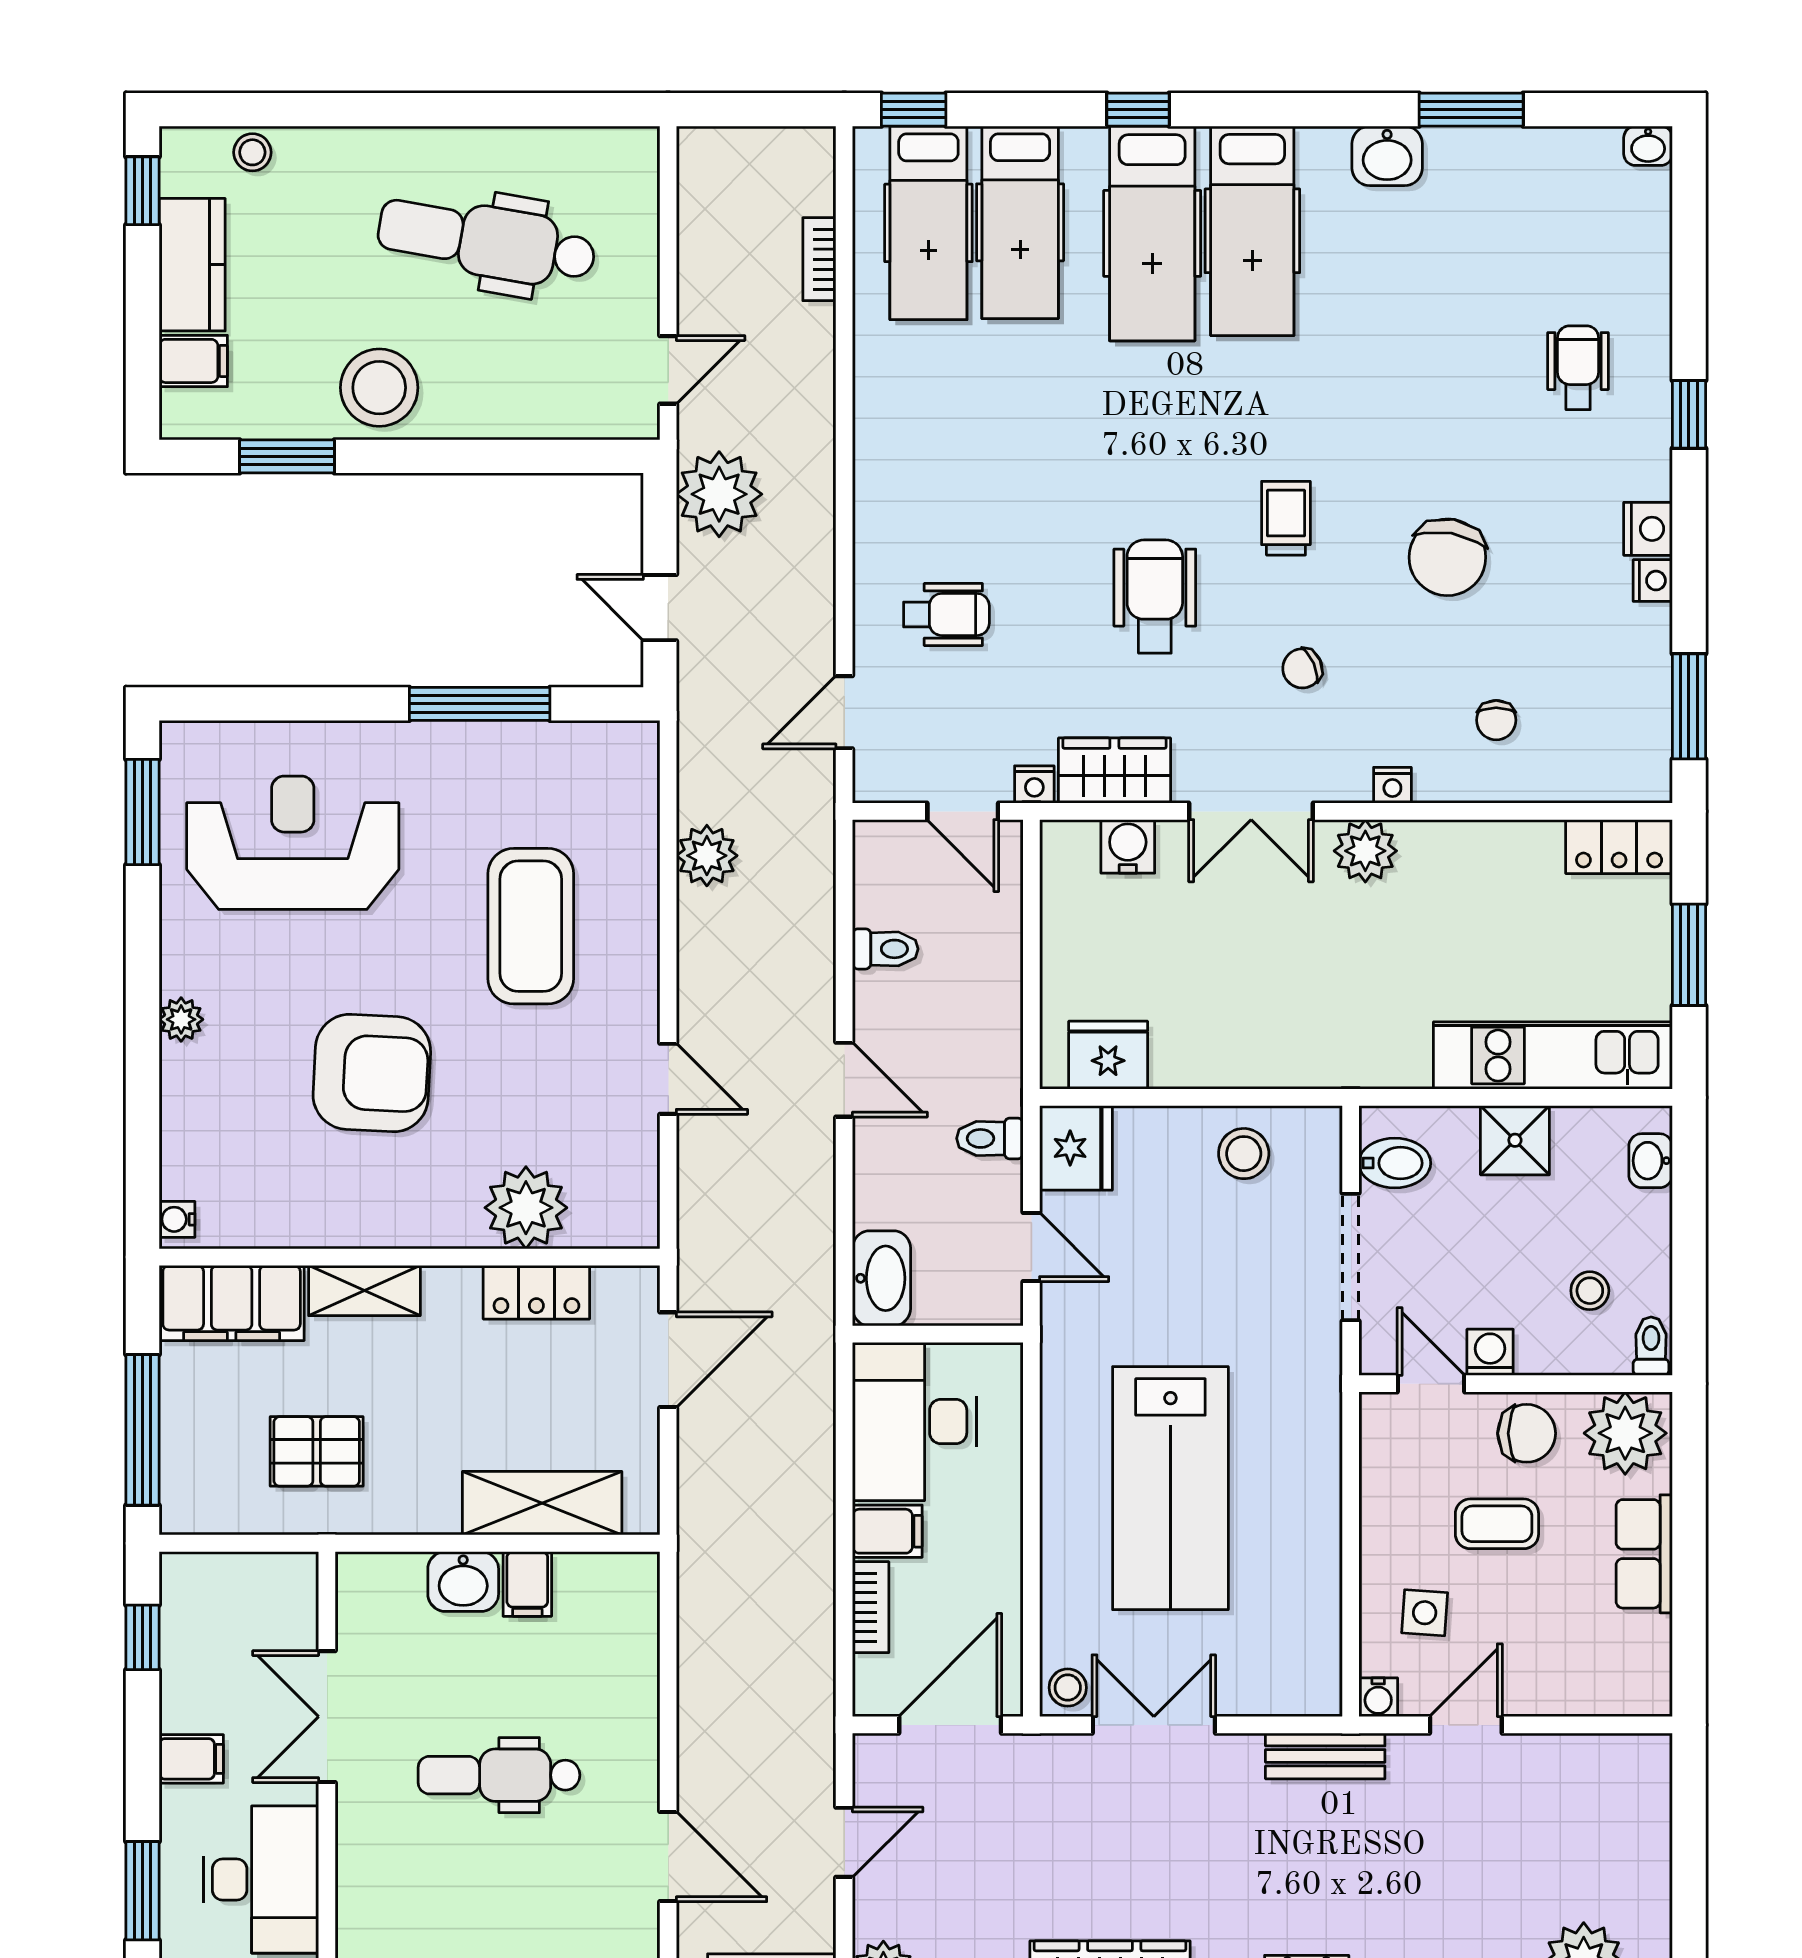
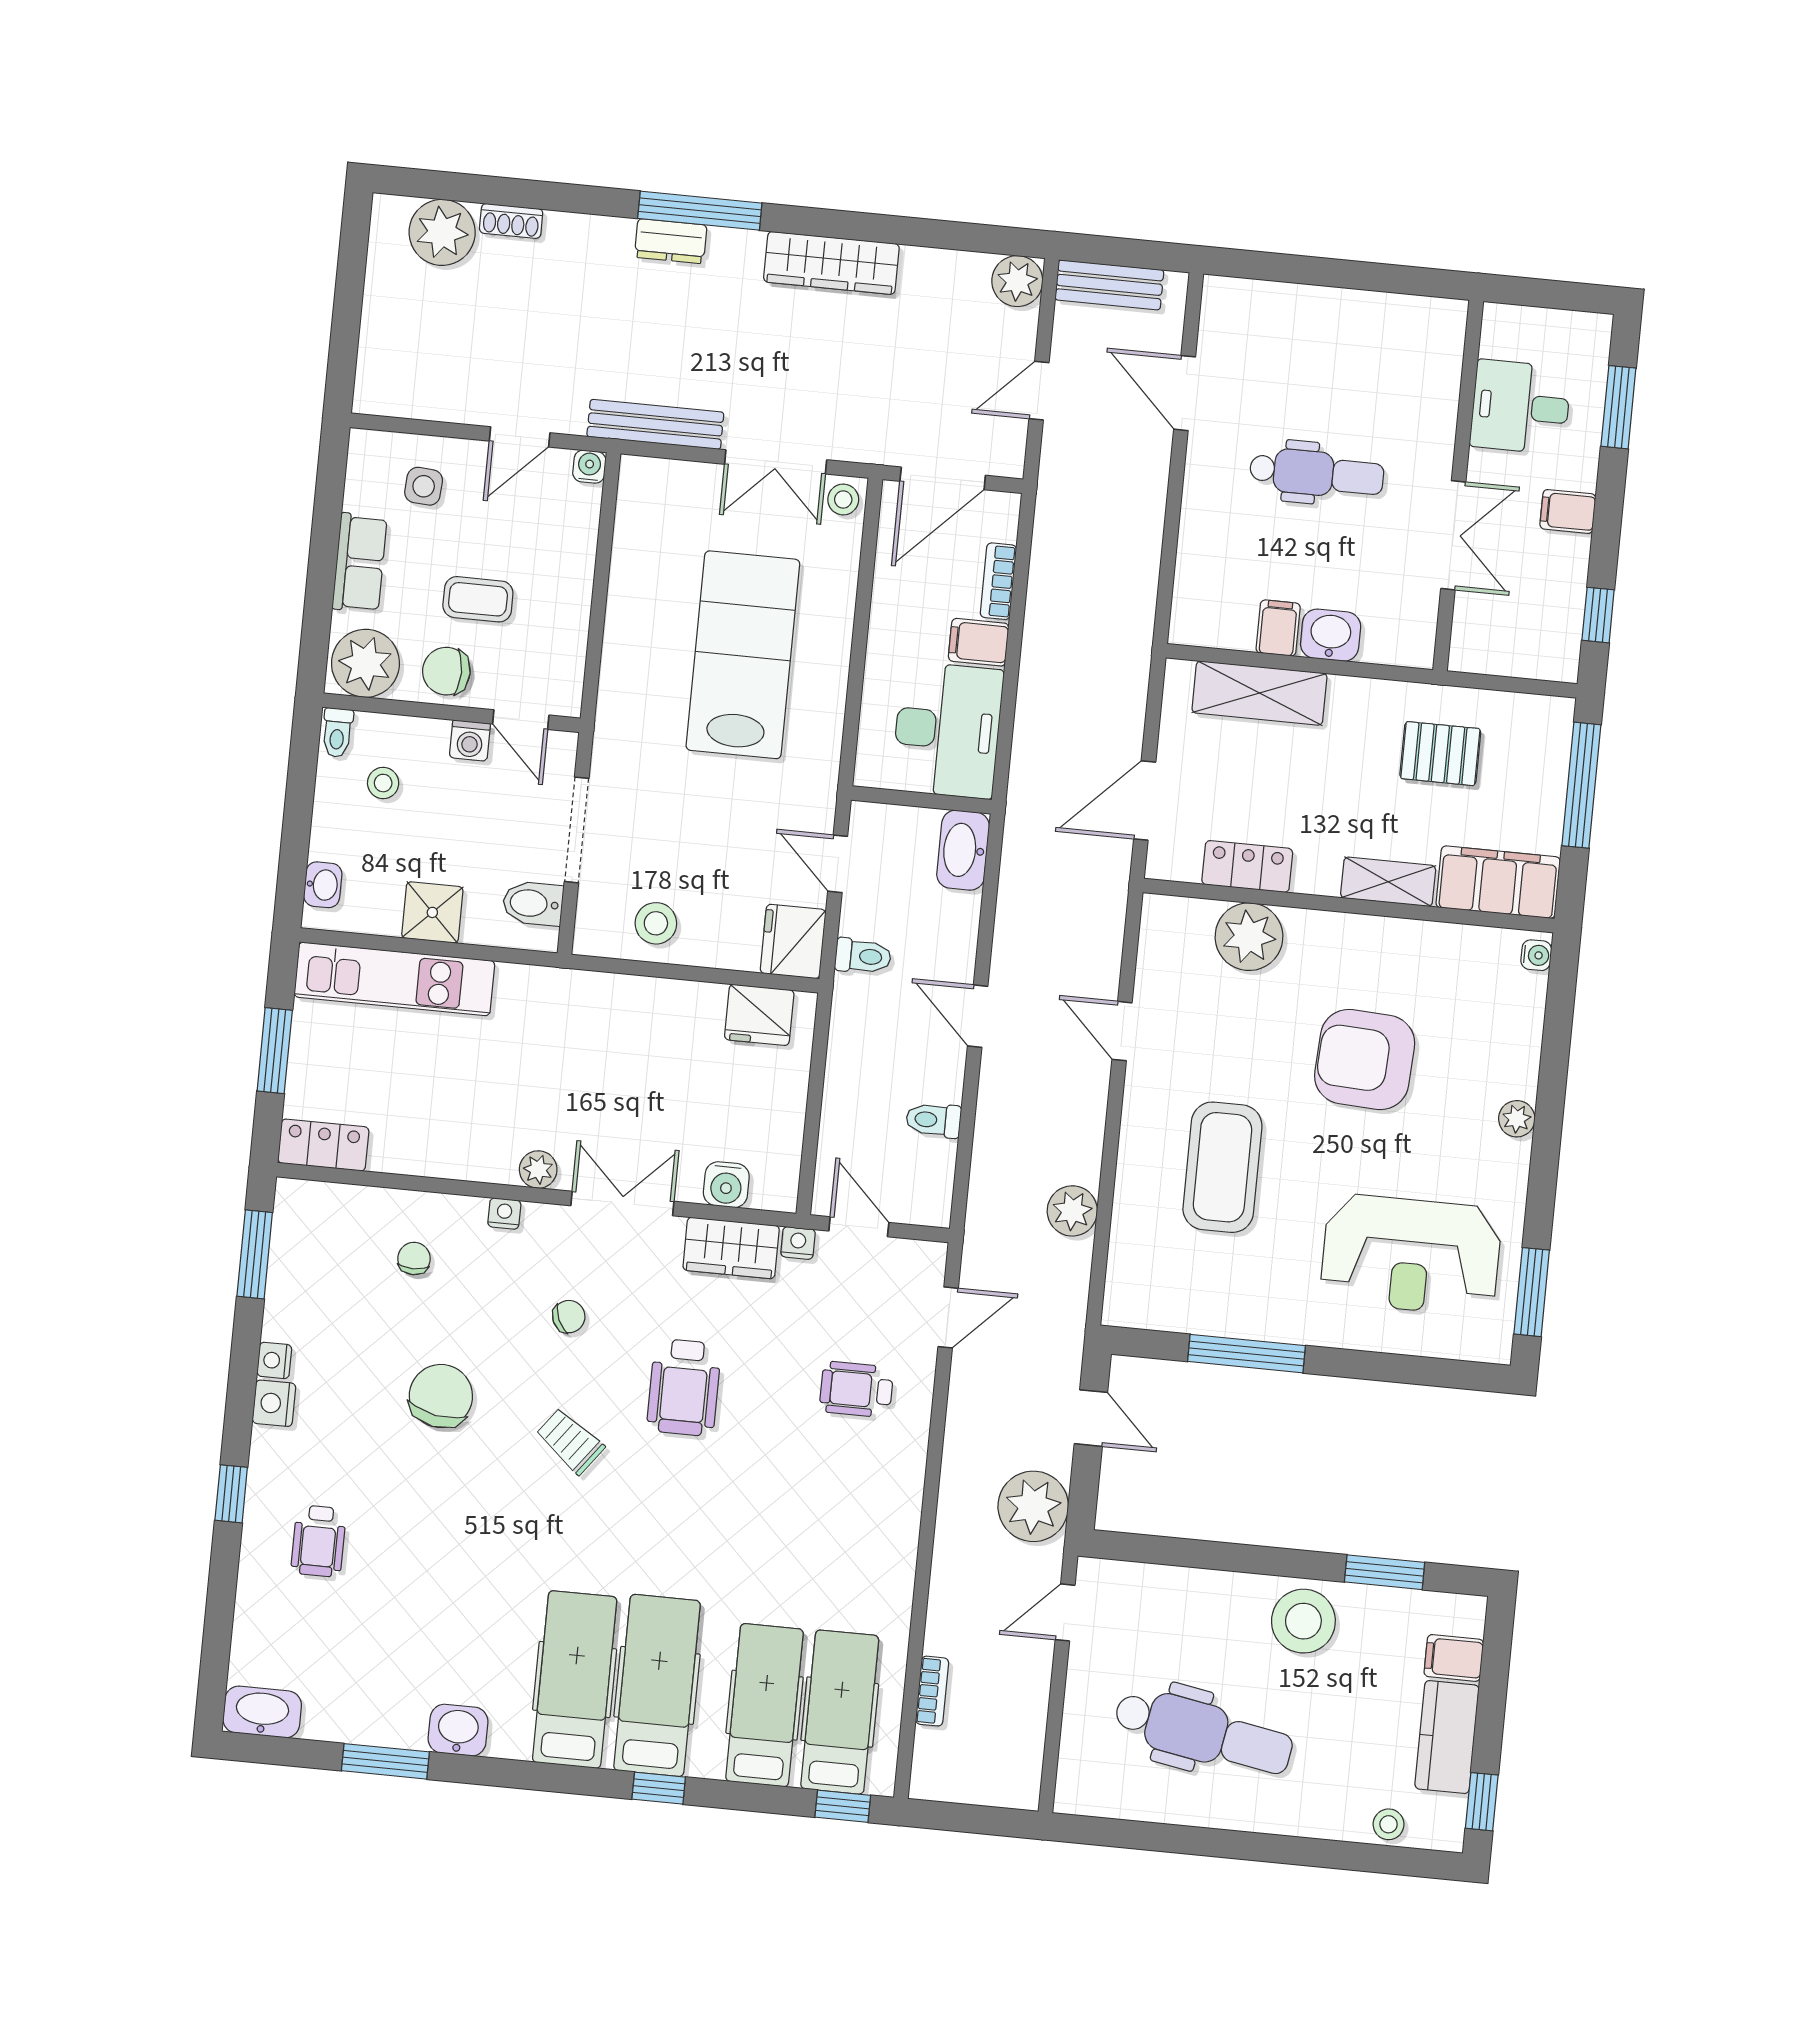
washbasin: (1648, 146) -> (262, 1712), width x1.91, depth x1.45
trolley: (1286, 518) -> (570, 1441), turned 127
plant: (1365, 851) -> (538, 1170), width x0.73, depth x0.73
side table: (1425, 1613) -> (424, 486), moved
bench: (1325, 1756) -> (655, 424), width x1.36
desk: (261, 1879) -> (1520, 407), width x0.73

